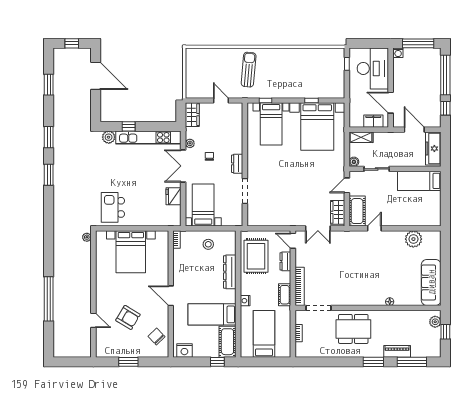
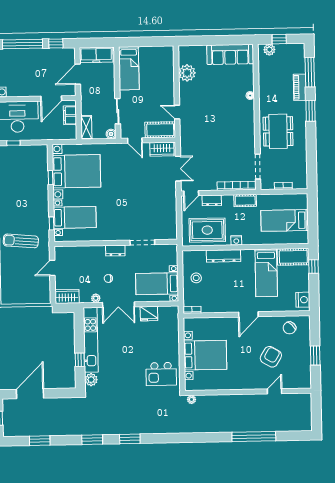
nightstand: (245, 301) -> (236, 240), moved

